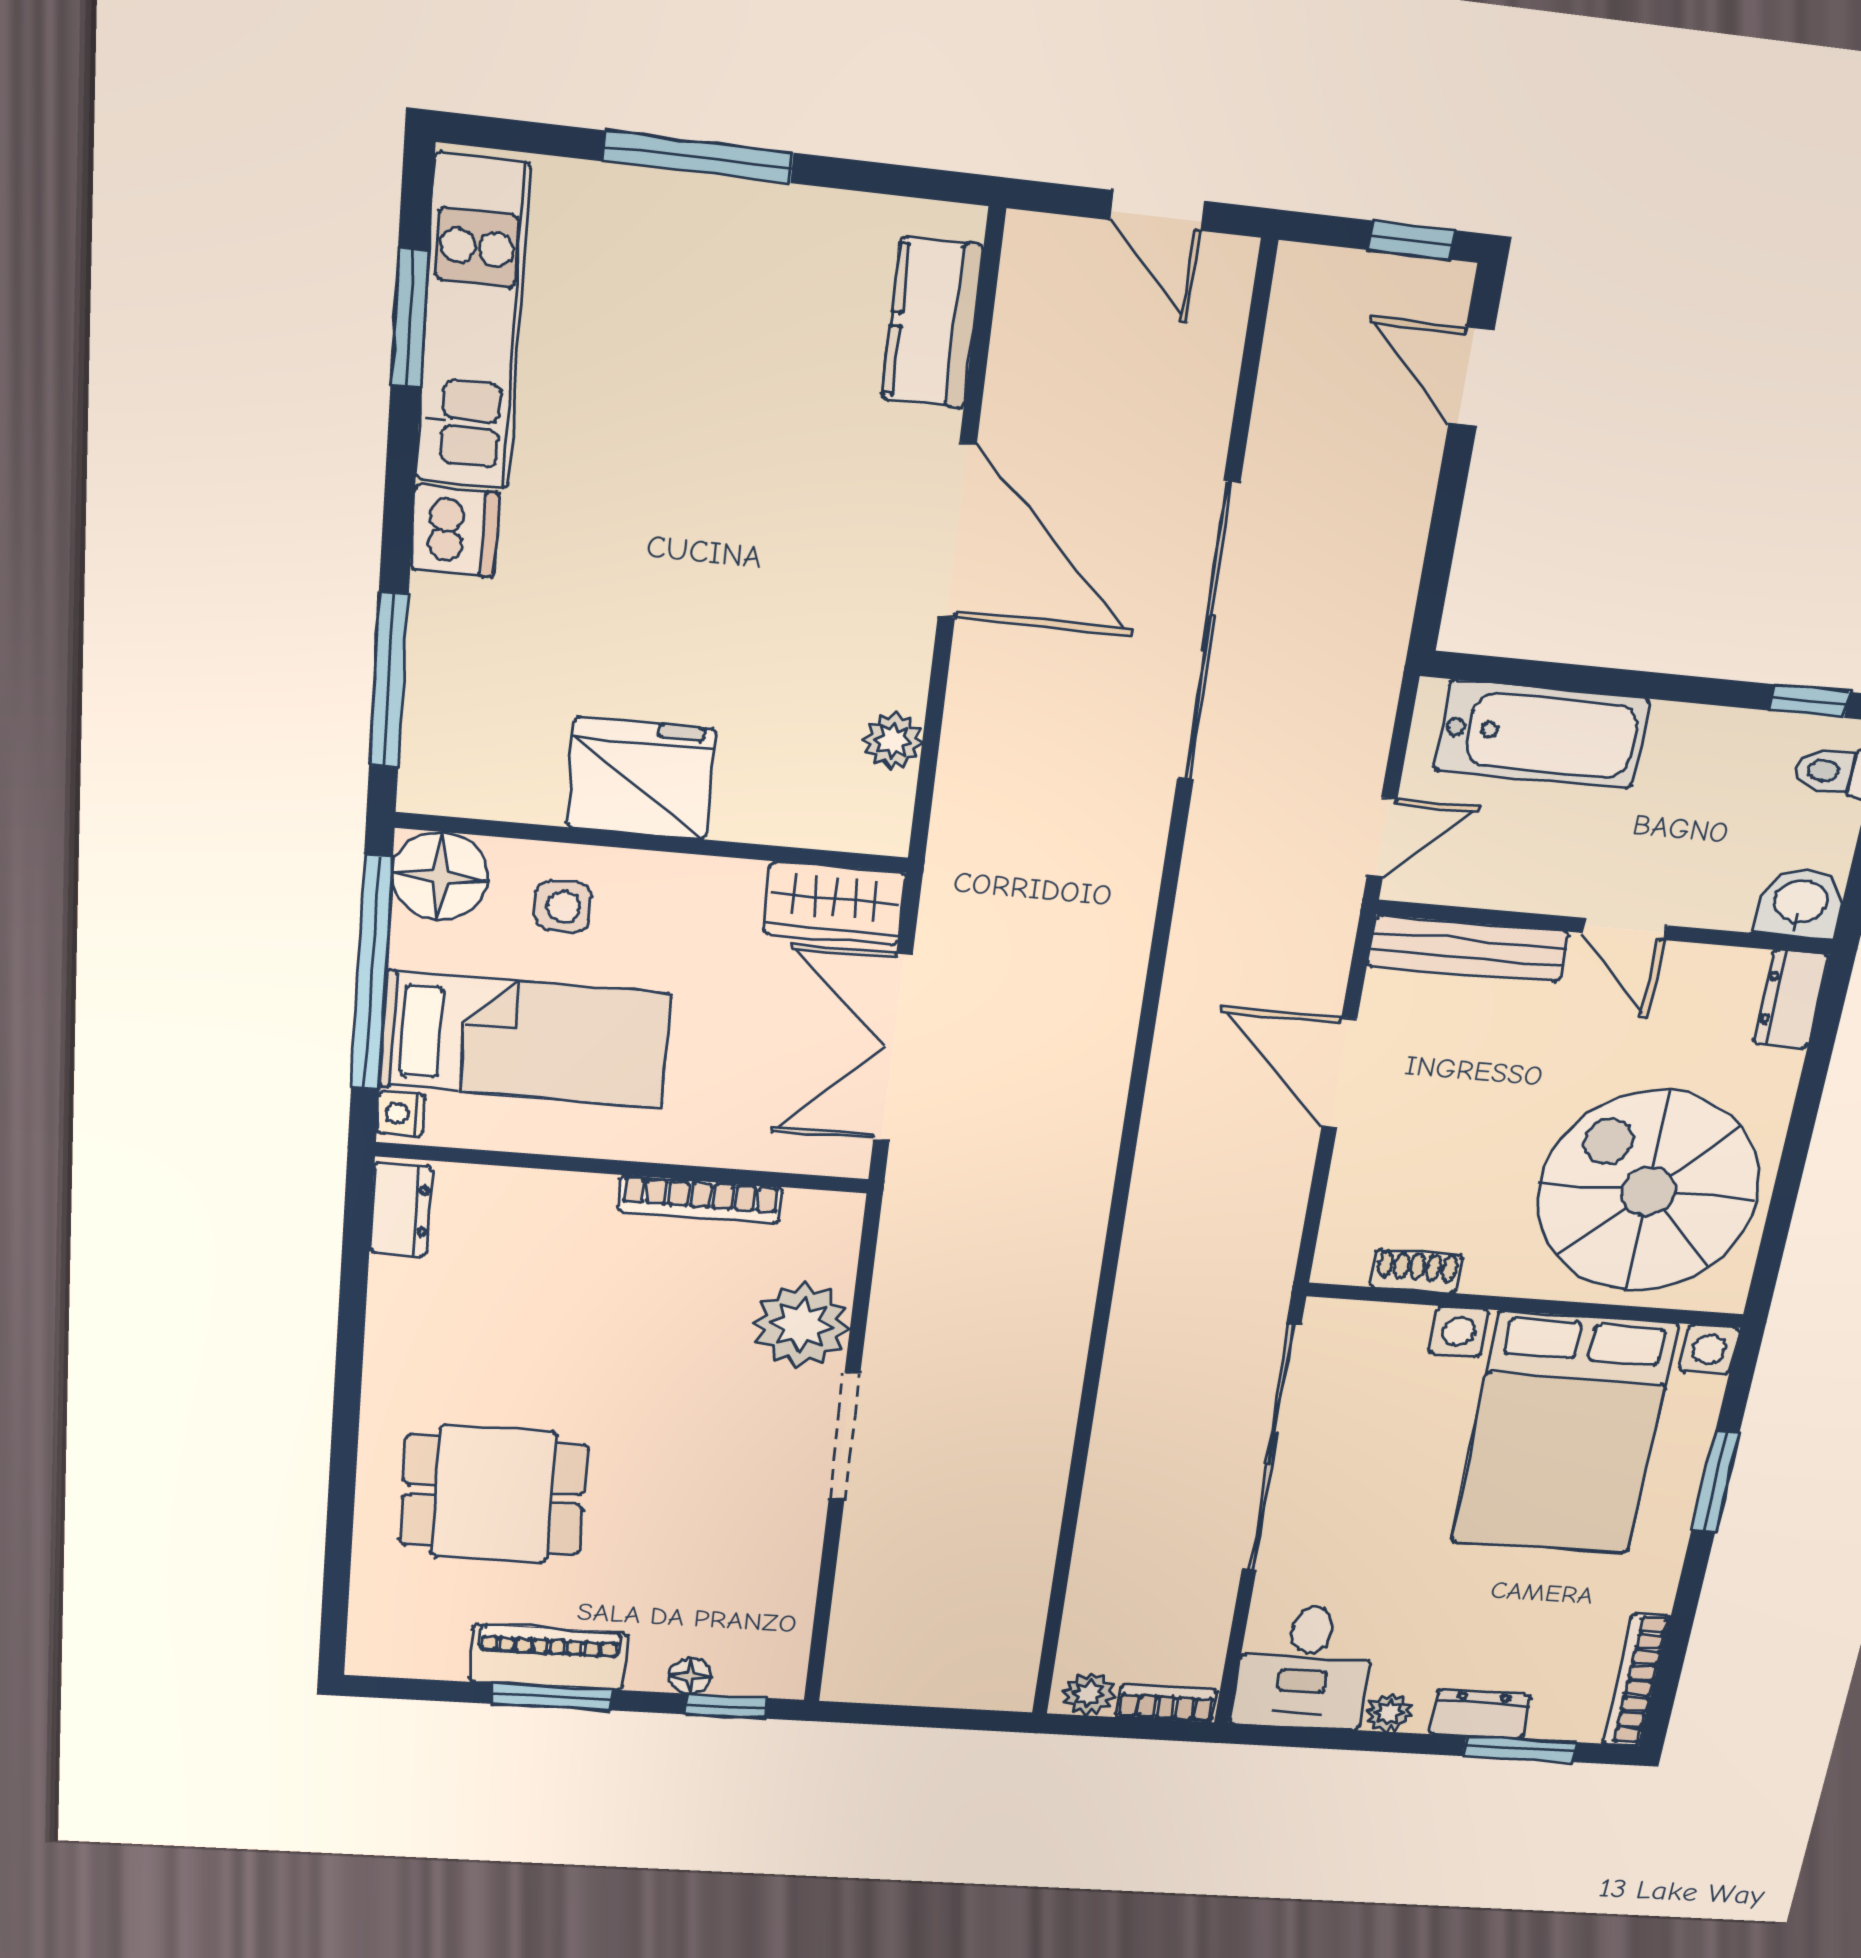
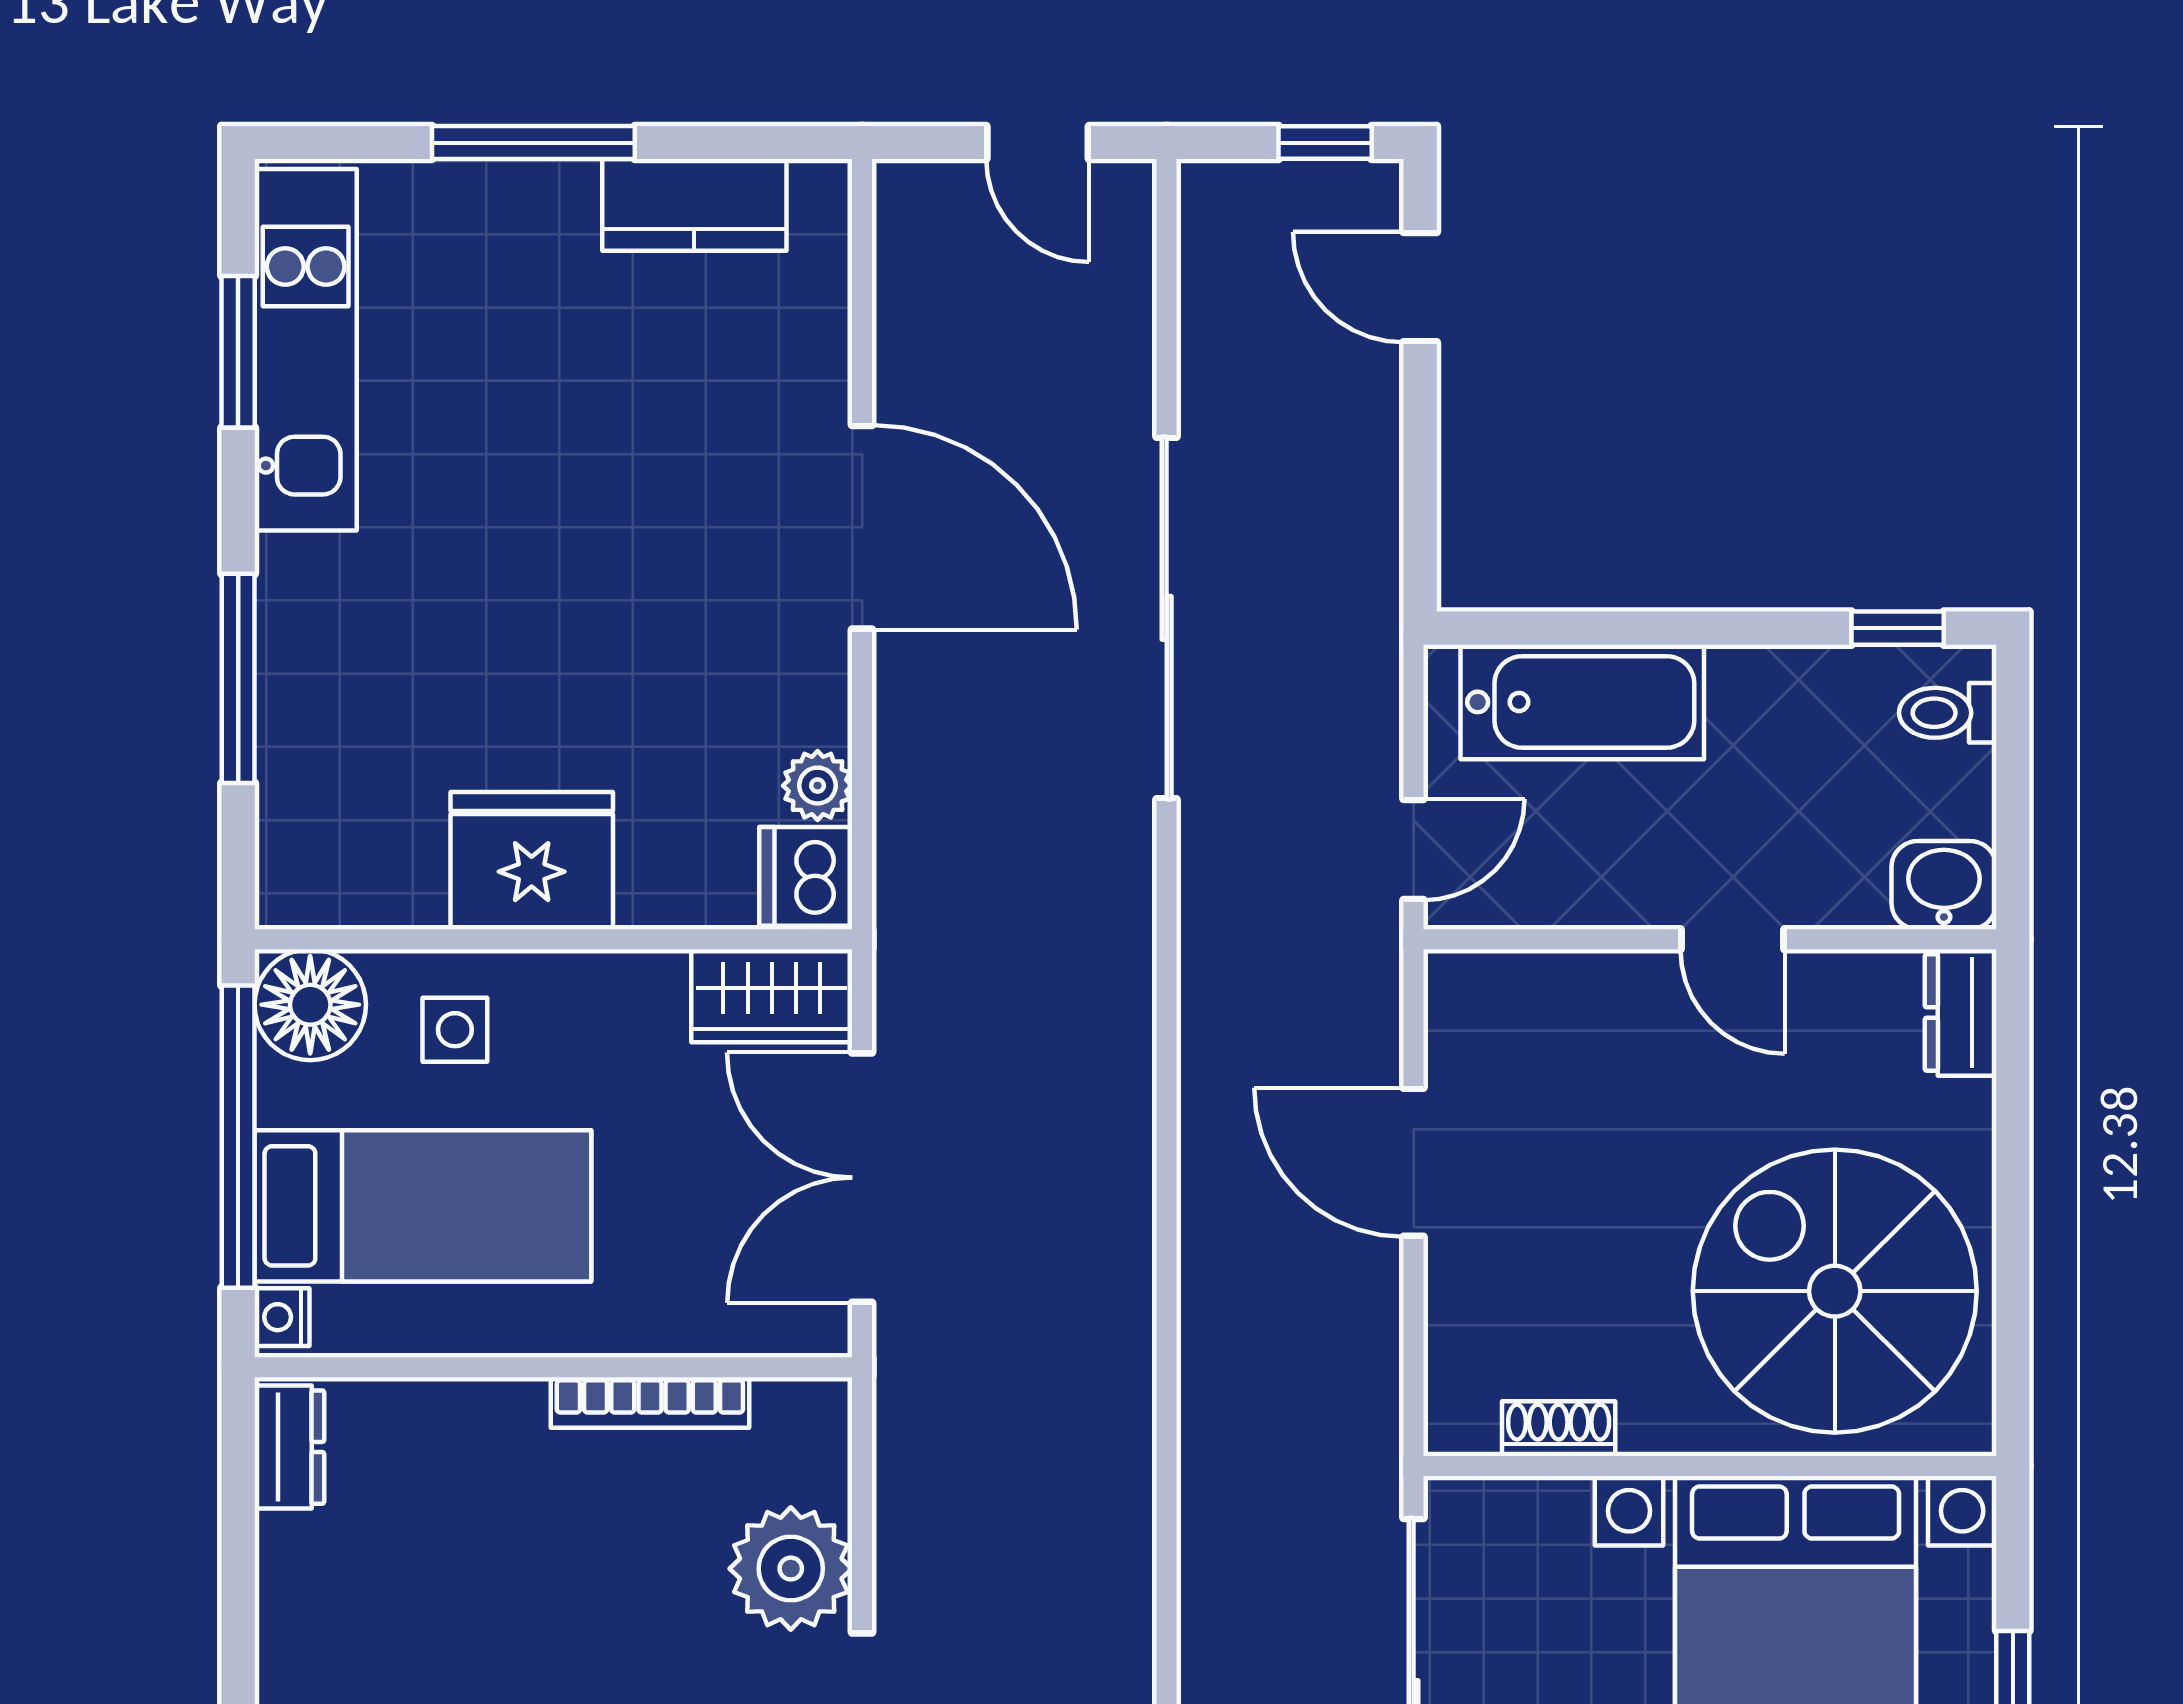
kitchen counter: (932, 323) -> (694, 205), moved, turned -90
dishwasher: (454, 531) -> (806, 876), moved, turned 180
window: (389, 681) -> (238, 678), moved
bench: (1468, 949) -> (1544, 983), removed

